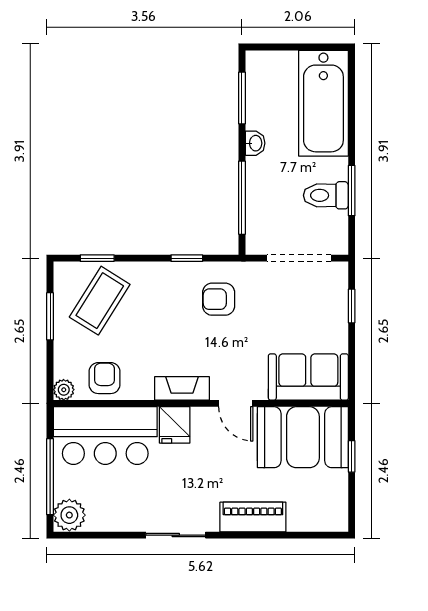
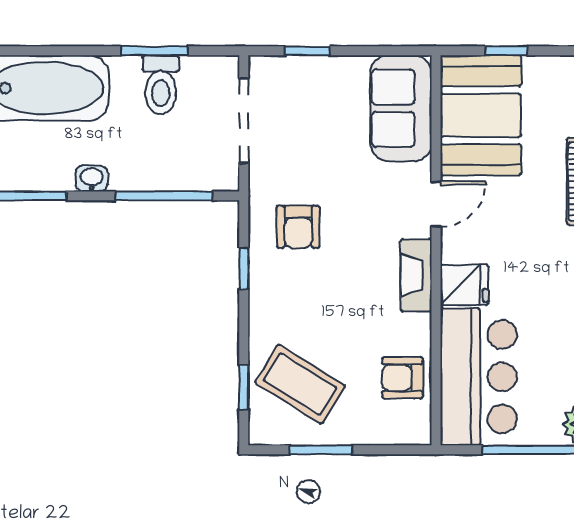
plant: (64, 390) -> (418, 432), removed

